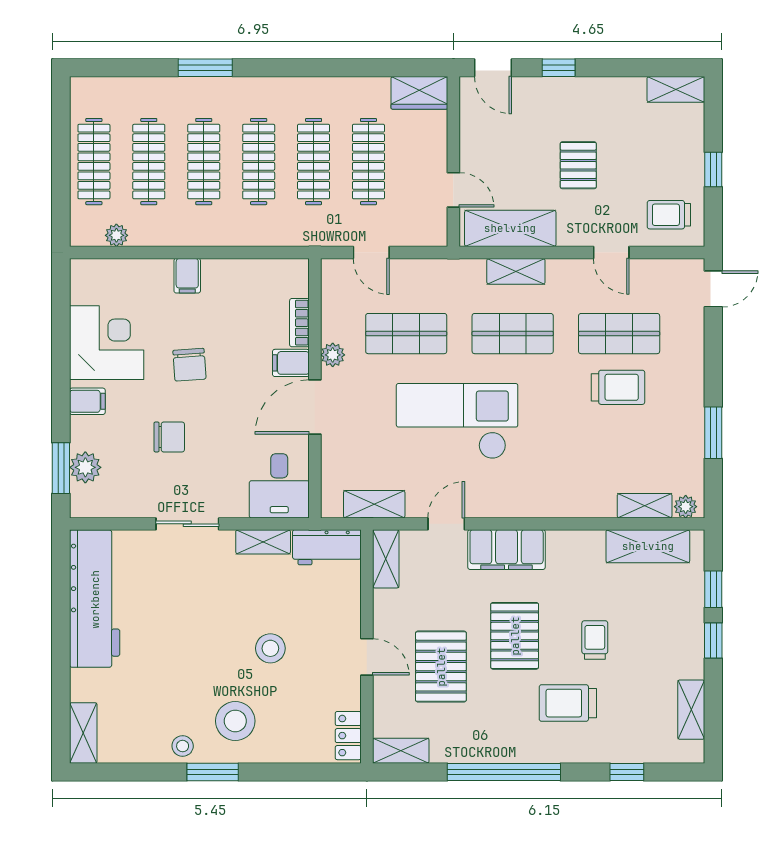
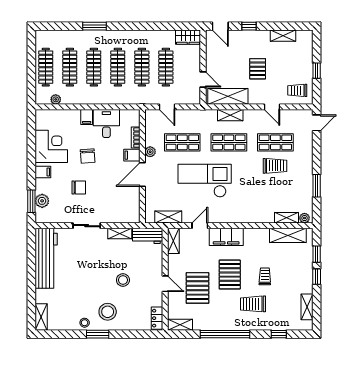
shelving: (676, 89) -> (283, 36), moved
desk: (279, 486) -> (106, 124), moved, turned 180

